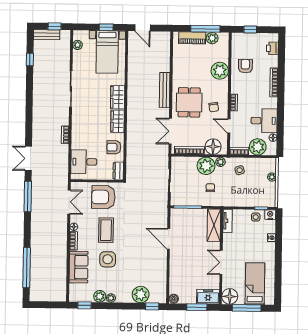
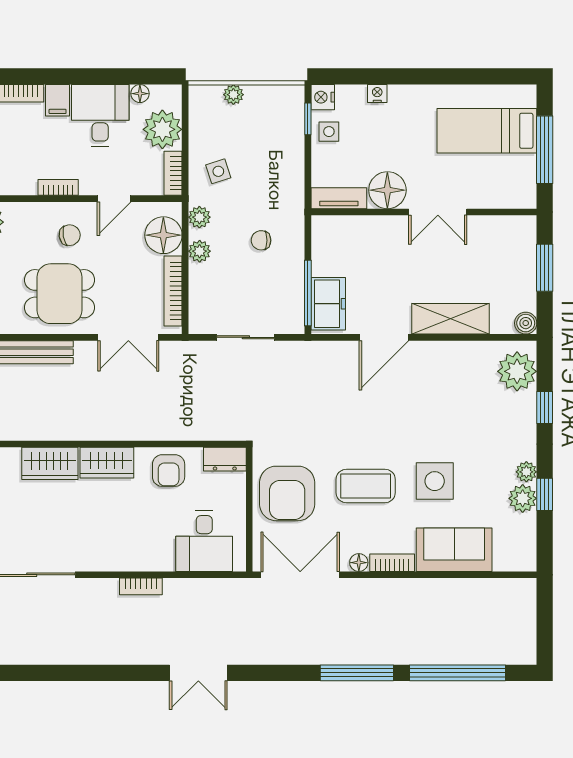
filing cabinet: (271, 103) -> (58, 100), added
plant: (206, 166) -> (200, 251), width x0.53, depth x0.53
window: (28, 196) -> (357, 673), moved
double door: (69, 202) -> (300, 575), width x1.37
shelving: (214, 225) -> (451, 319), moved
plant: (141, 295) -> (517, 371), moved
floor lamp: (230, 296) -> (387, 190), moved
freezer: (208, 297) -> (328, 304), moved, turned 180
window: (84, 305) -> (545, 494), moved
window: (152, 306) -> (545, 407), moved

